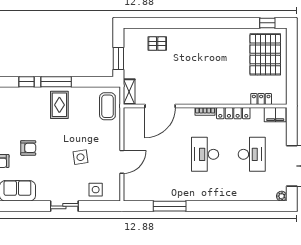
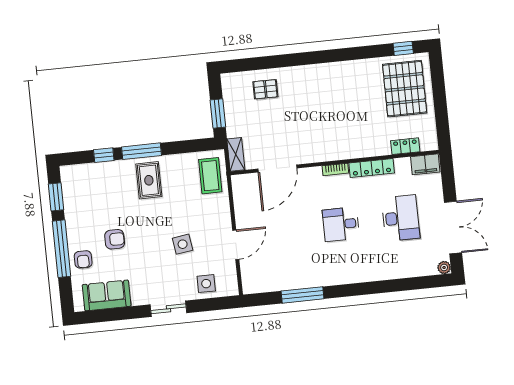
desk: (205, 154) -> (341, 224), width x0.73

